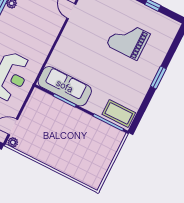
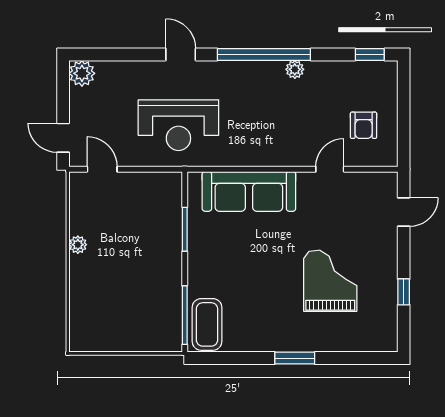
sofa: (65, 86) -> (249, 191), moved, turned 90
plant: (13, 142) -> (78, 245), moved

